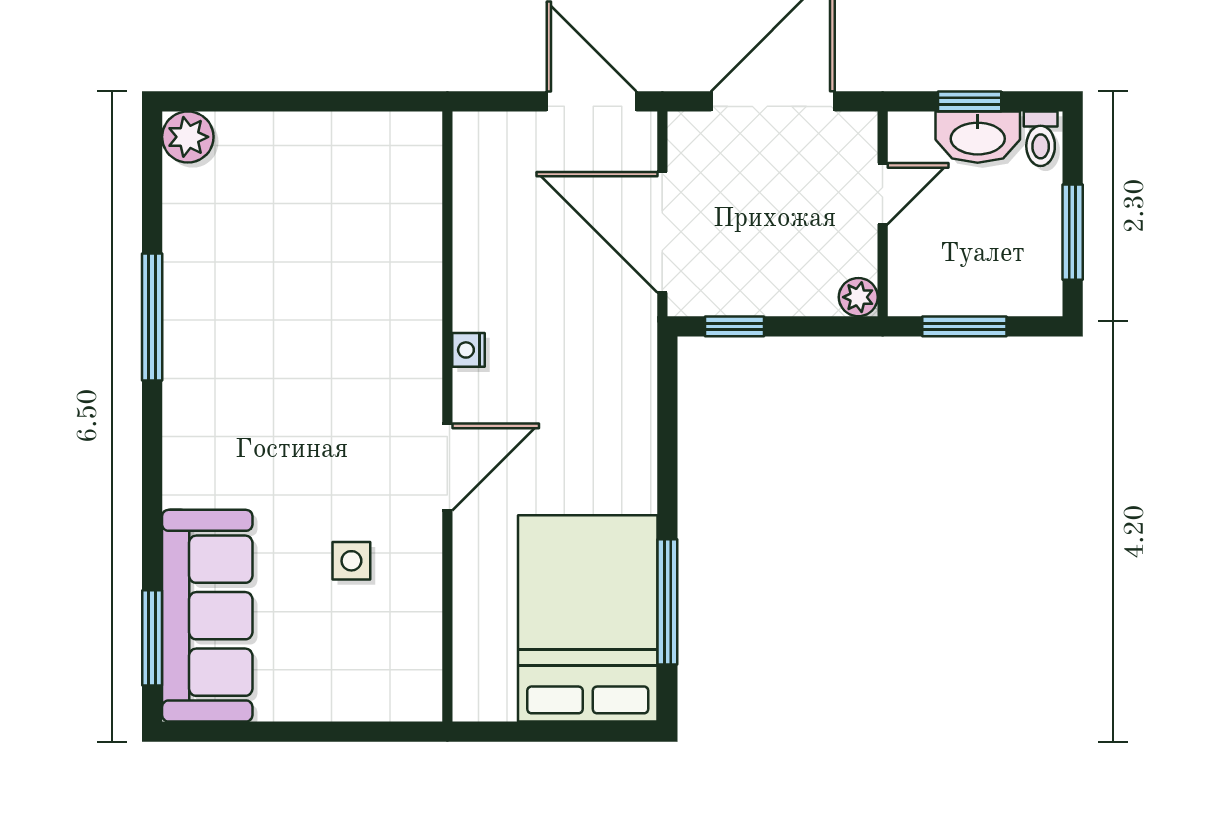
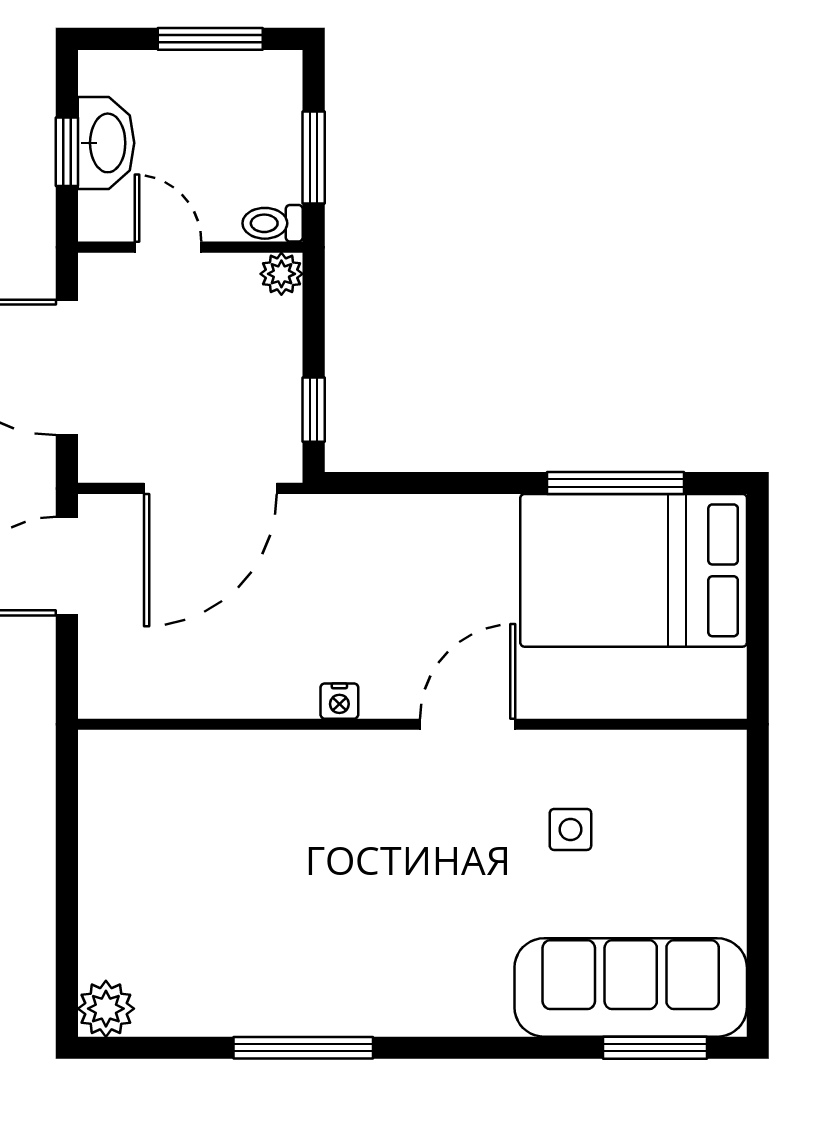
toilet: (1041, 139) -> (273, 223), moved, turned 180
door: (447, 467) -> (468, 724), hinge flipped

